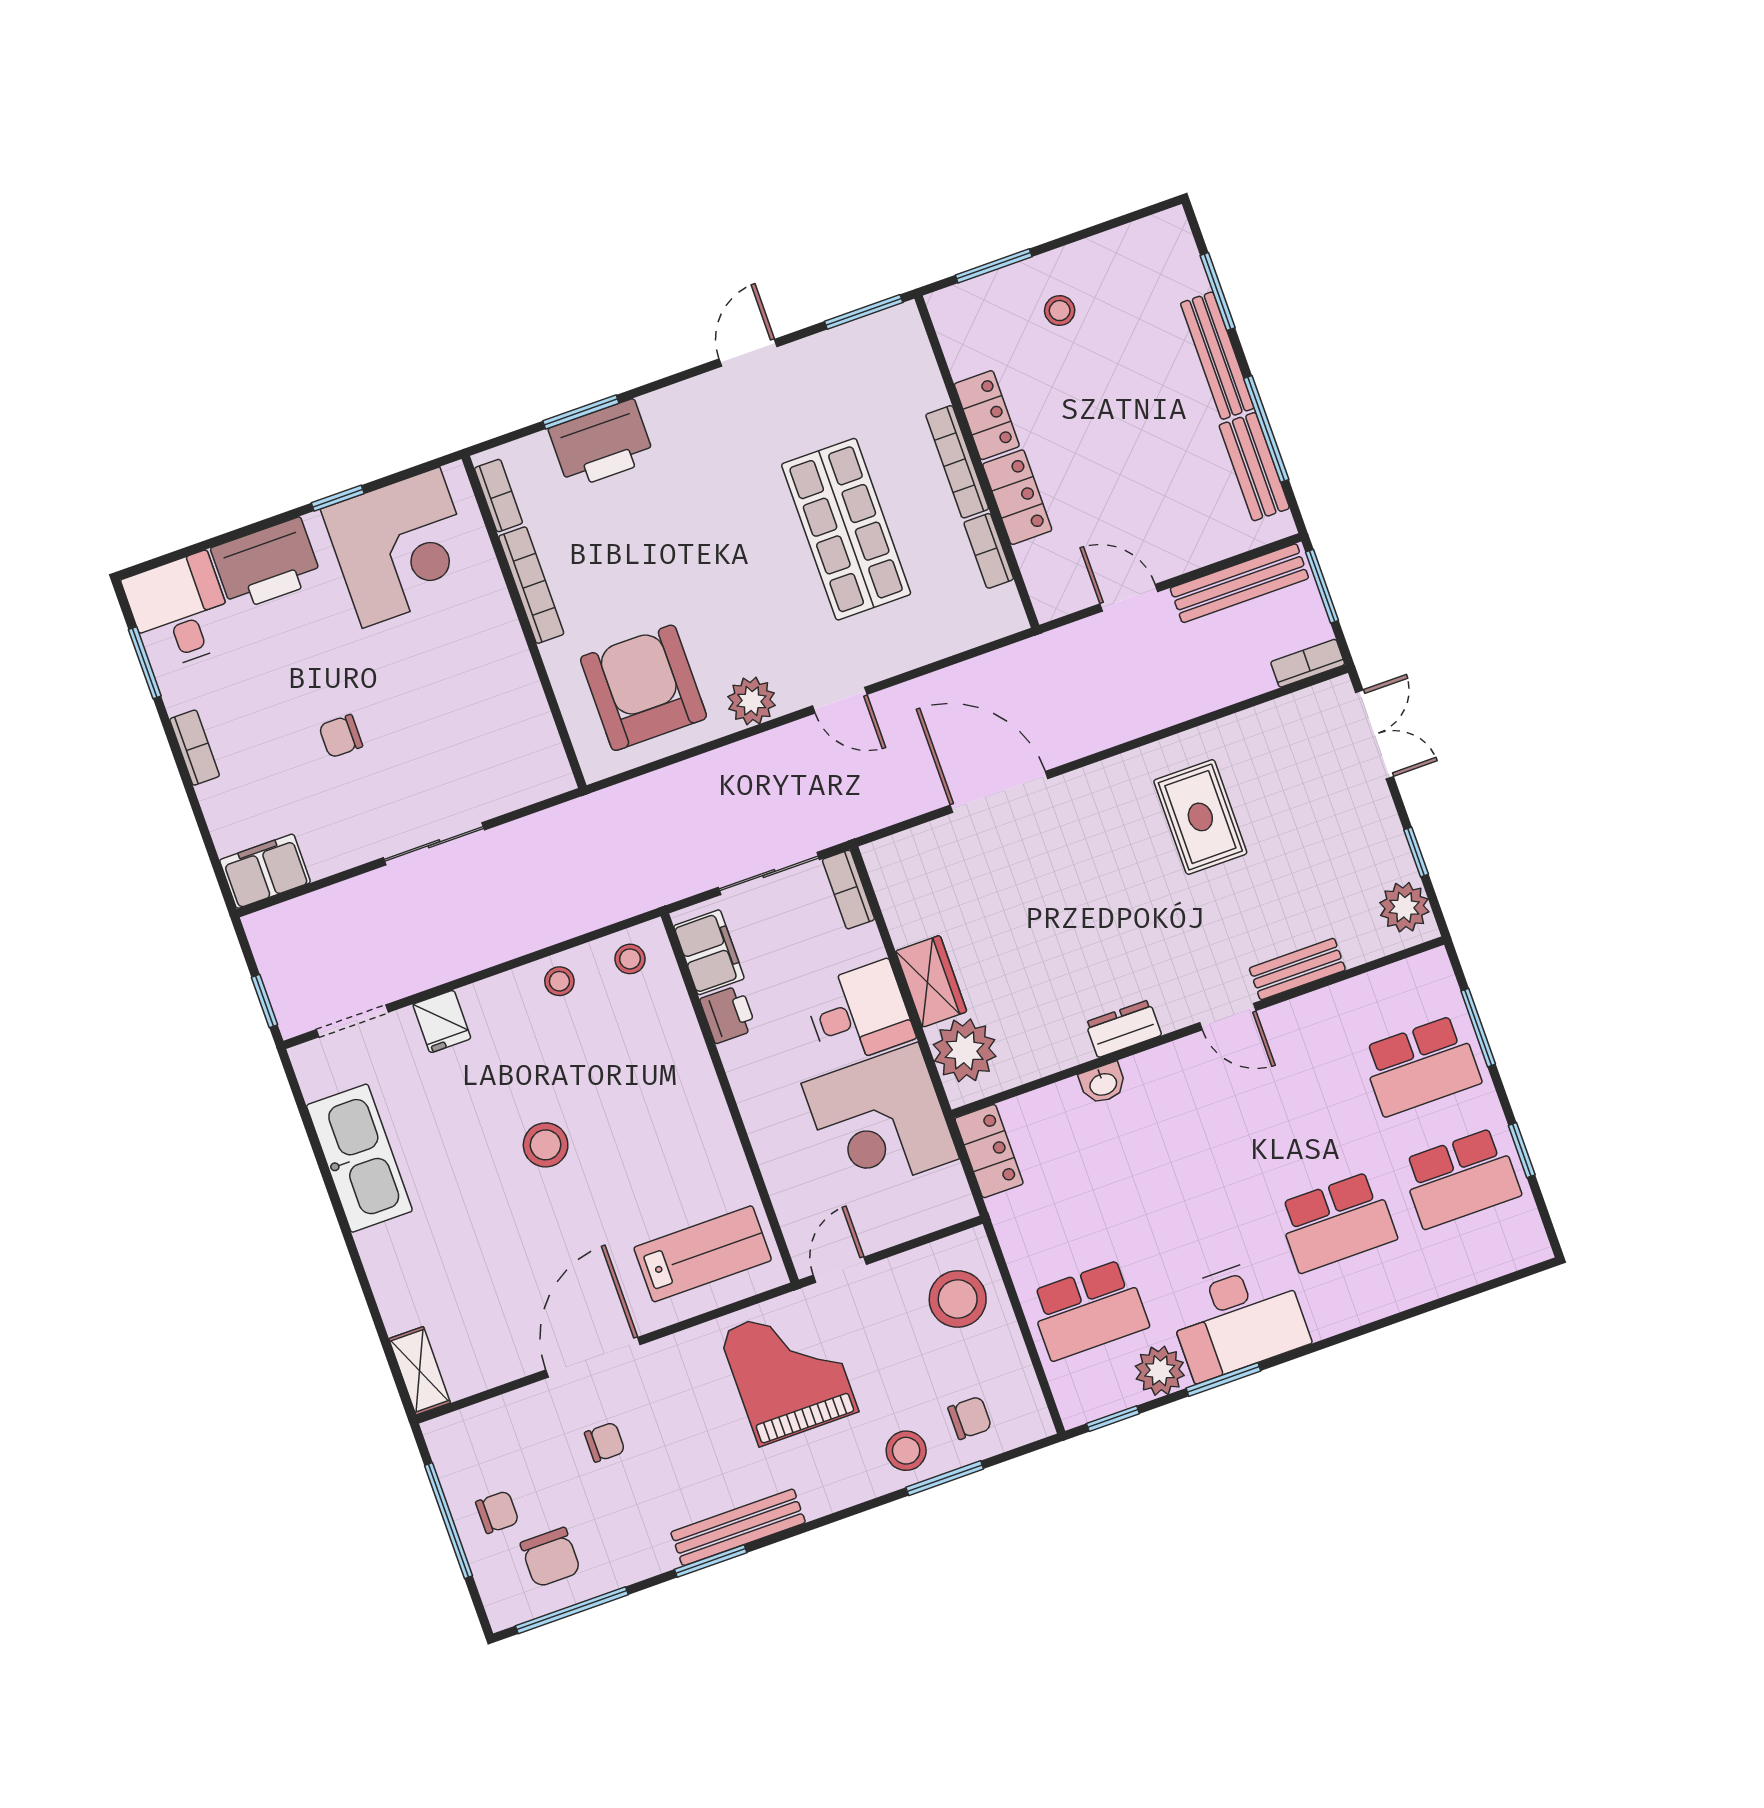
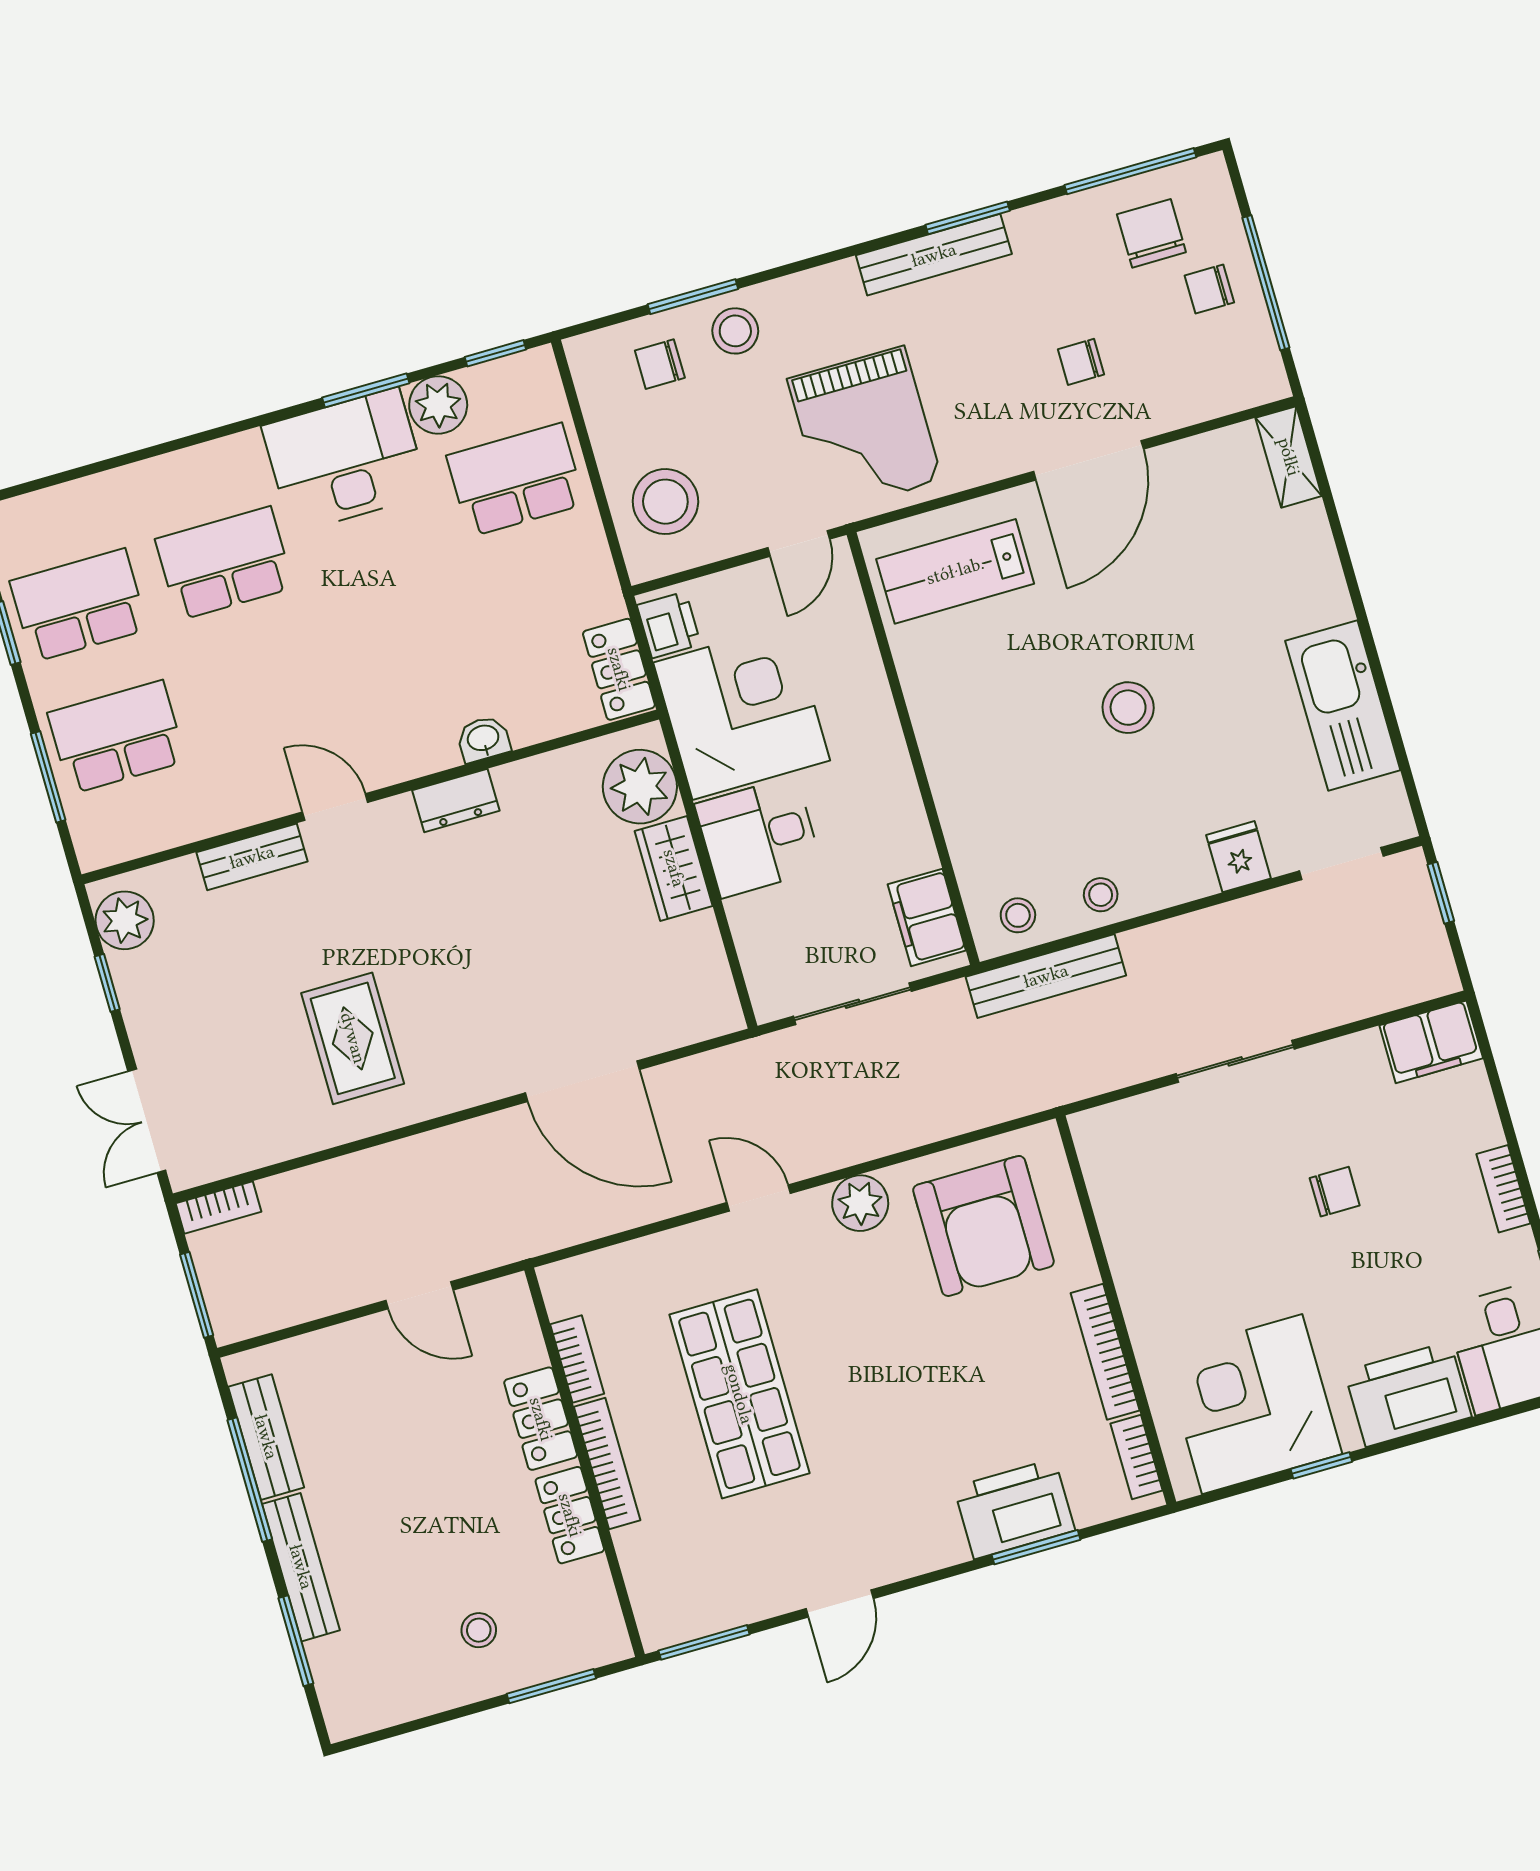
bench: (1239, 583) -> (1046, 976), moved
bookcase: (848, 890) -> (762, 980), removed
printer: (728, 1014) -> (669, 625), moved, turned 180

